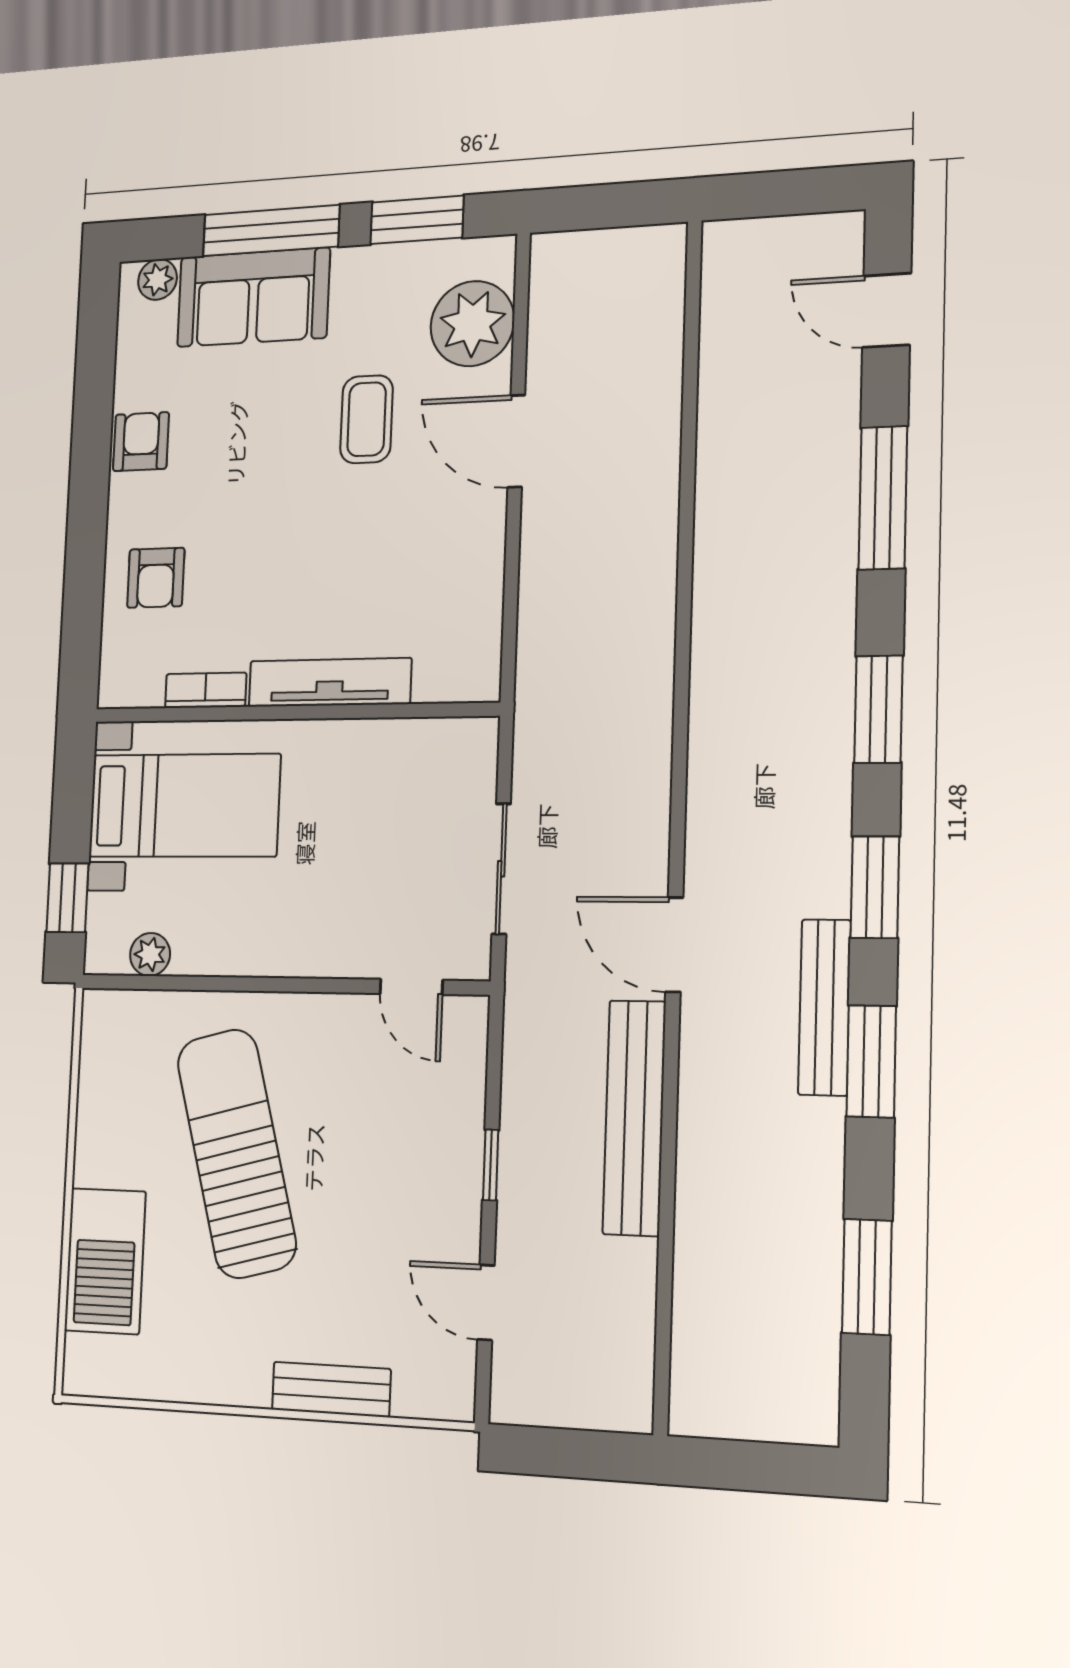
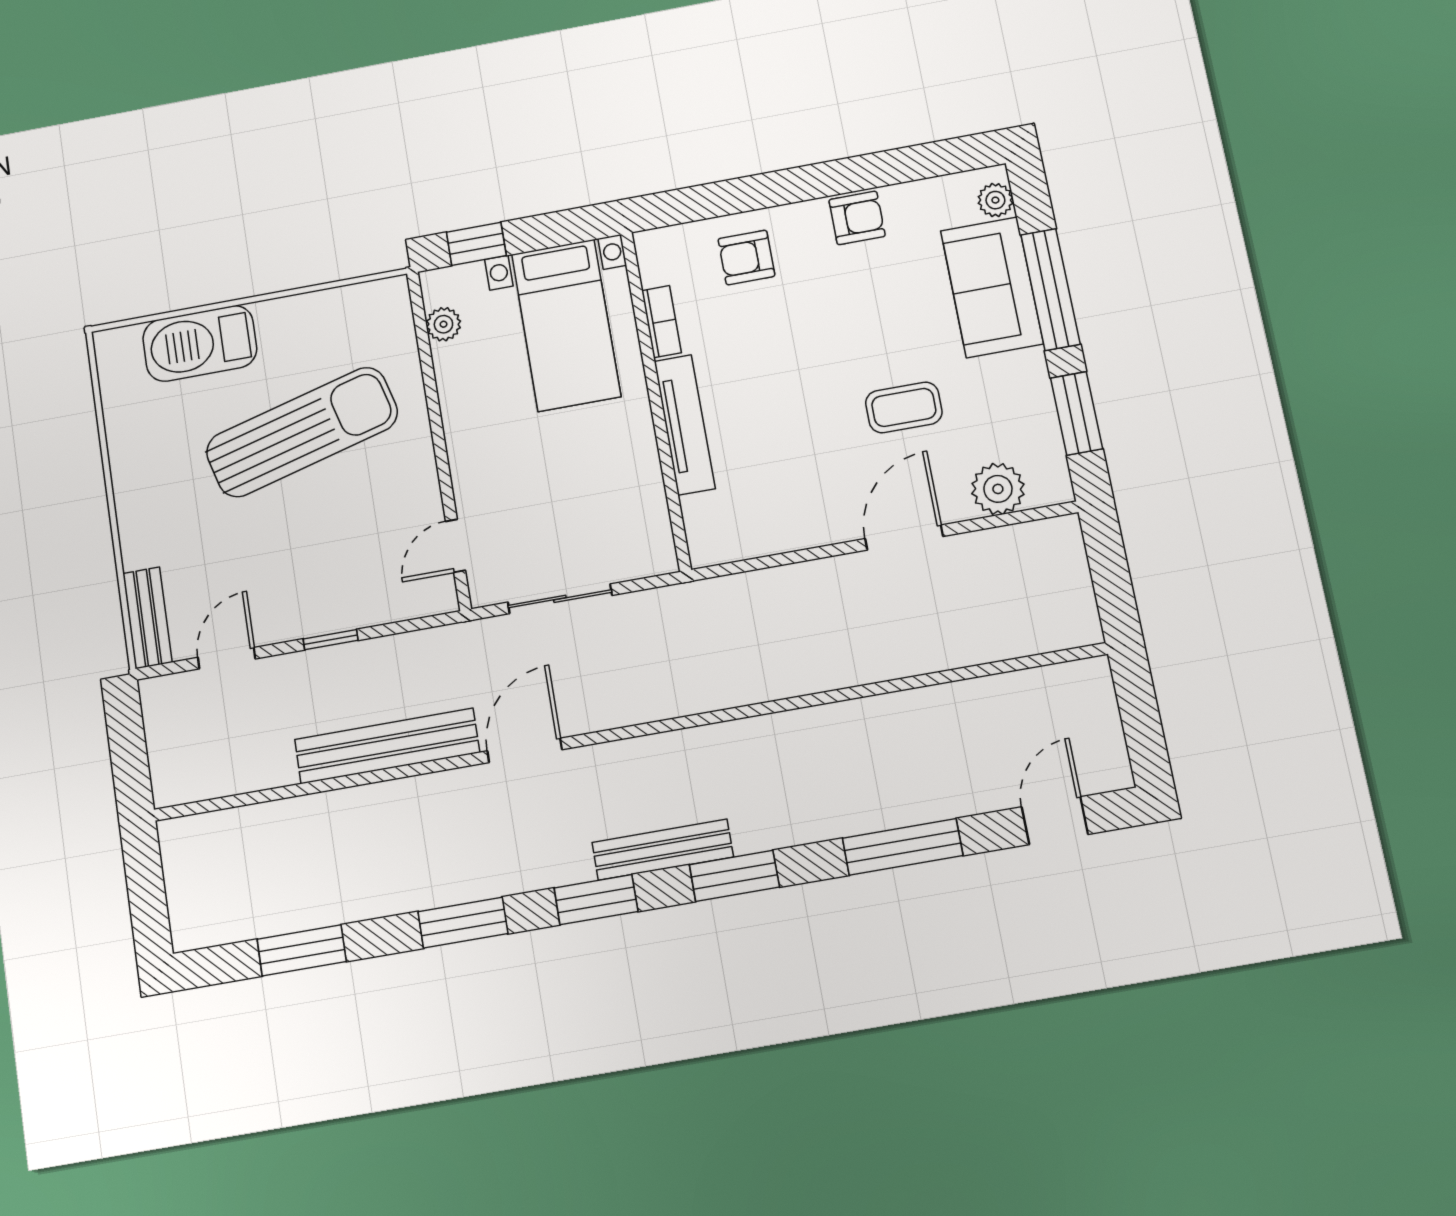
plant: (472, 324) -> (998, 489), width x0.73, depth x0.73
bench: (825, 1007) -> (663, 850), moved
bench: (331, 1389) -> (147, 618), moved

